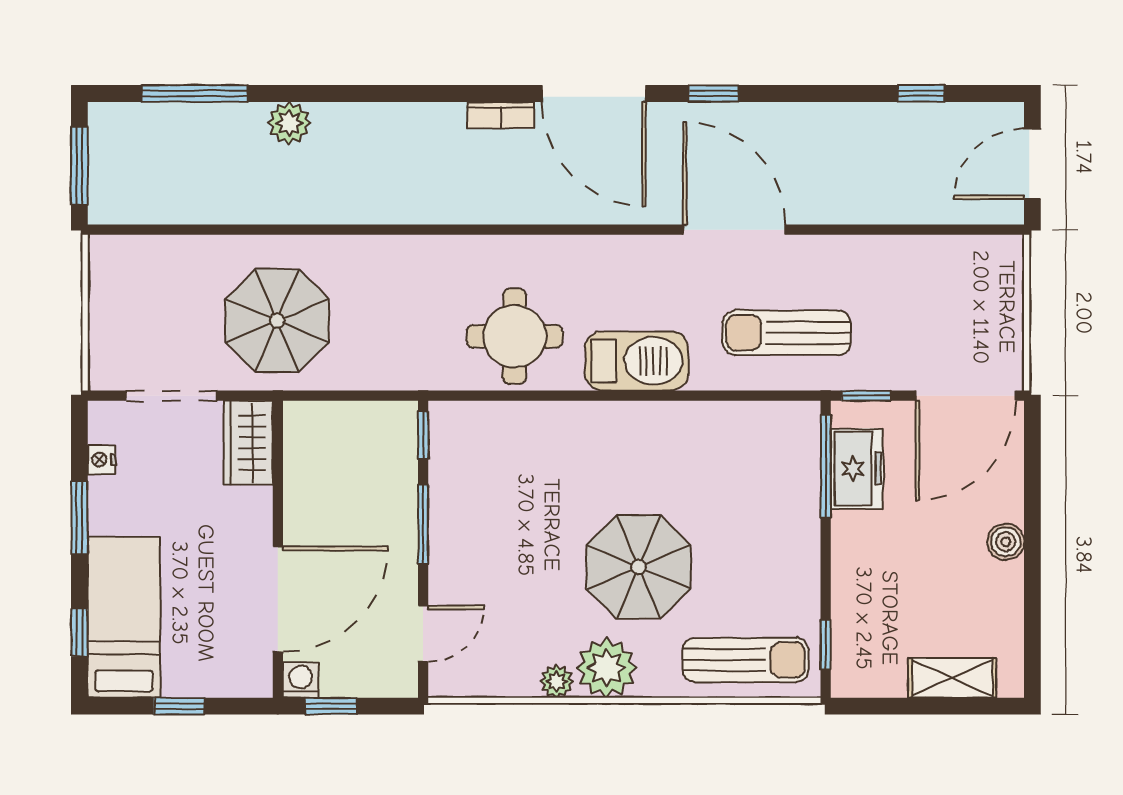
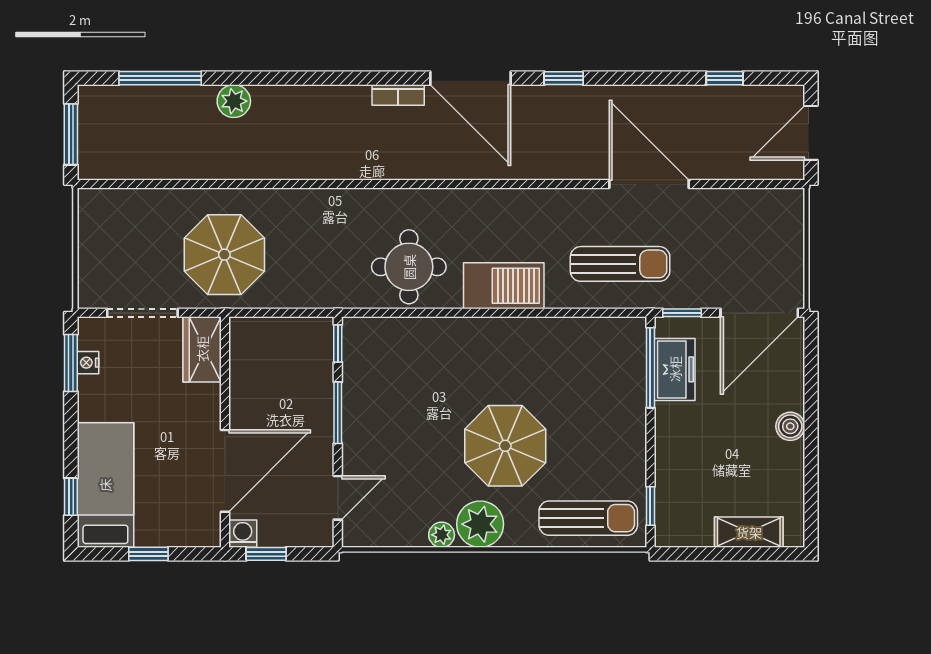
door: (734, 230) -> (649, 184), moved
sun lounger: (787, 333) -> (620, 264), turned 180
window: (79, 518) -> (71, 363), moved

